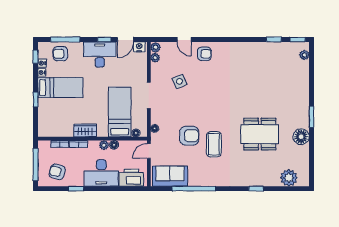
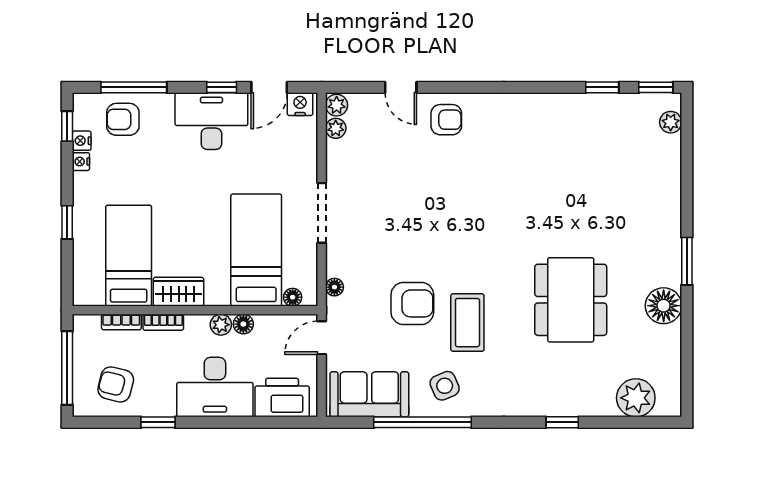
side table: (179, 81) -> (445, 386), moved
bed: (60, 88) -> (129, 256), moved, turned -90
dining table: (260, 134) -> (571, 300), turned 90

